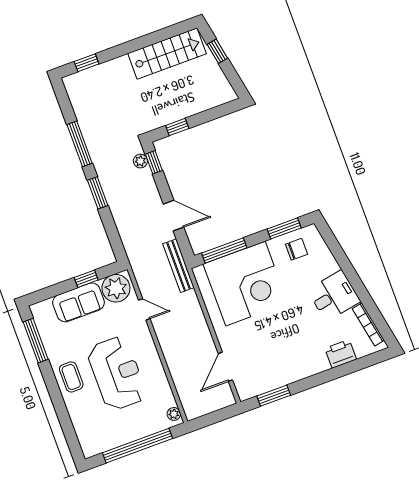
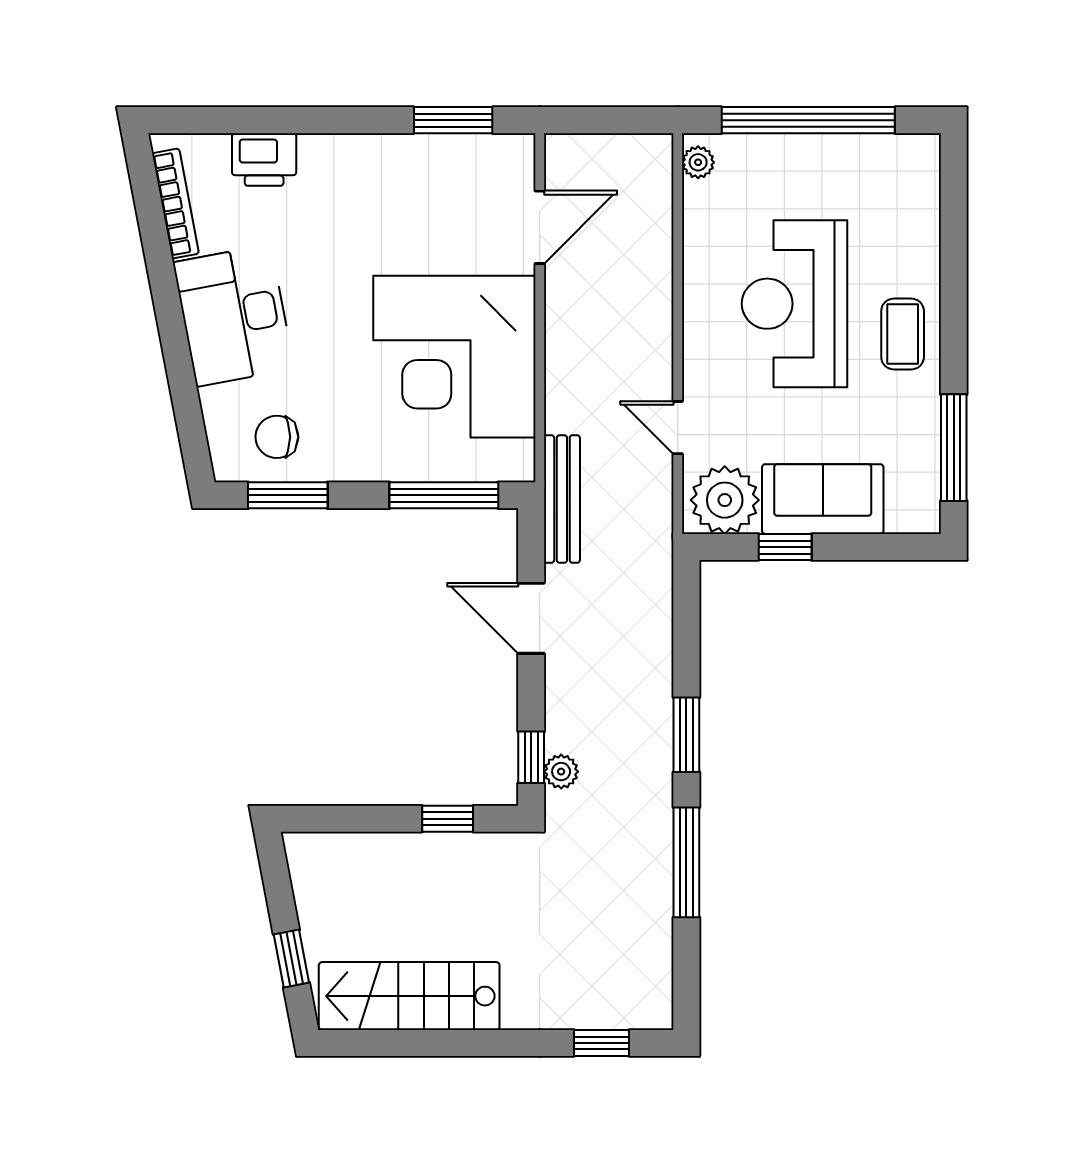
corner desk: (245, 284) -> (454, 357), moved, turned -90
desk: (334, 296) -> (234, 315), width x1.37

